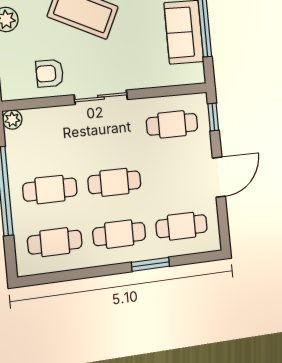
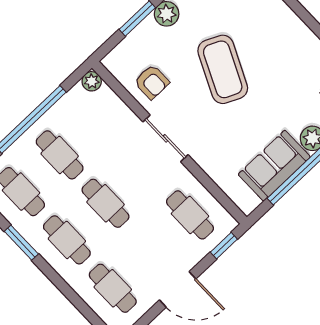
armchair: (50, 73) -> (152, 82), turned 180
window: (150, 264) -> (21, 243), moved

